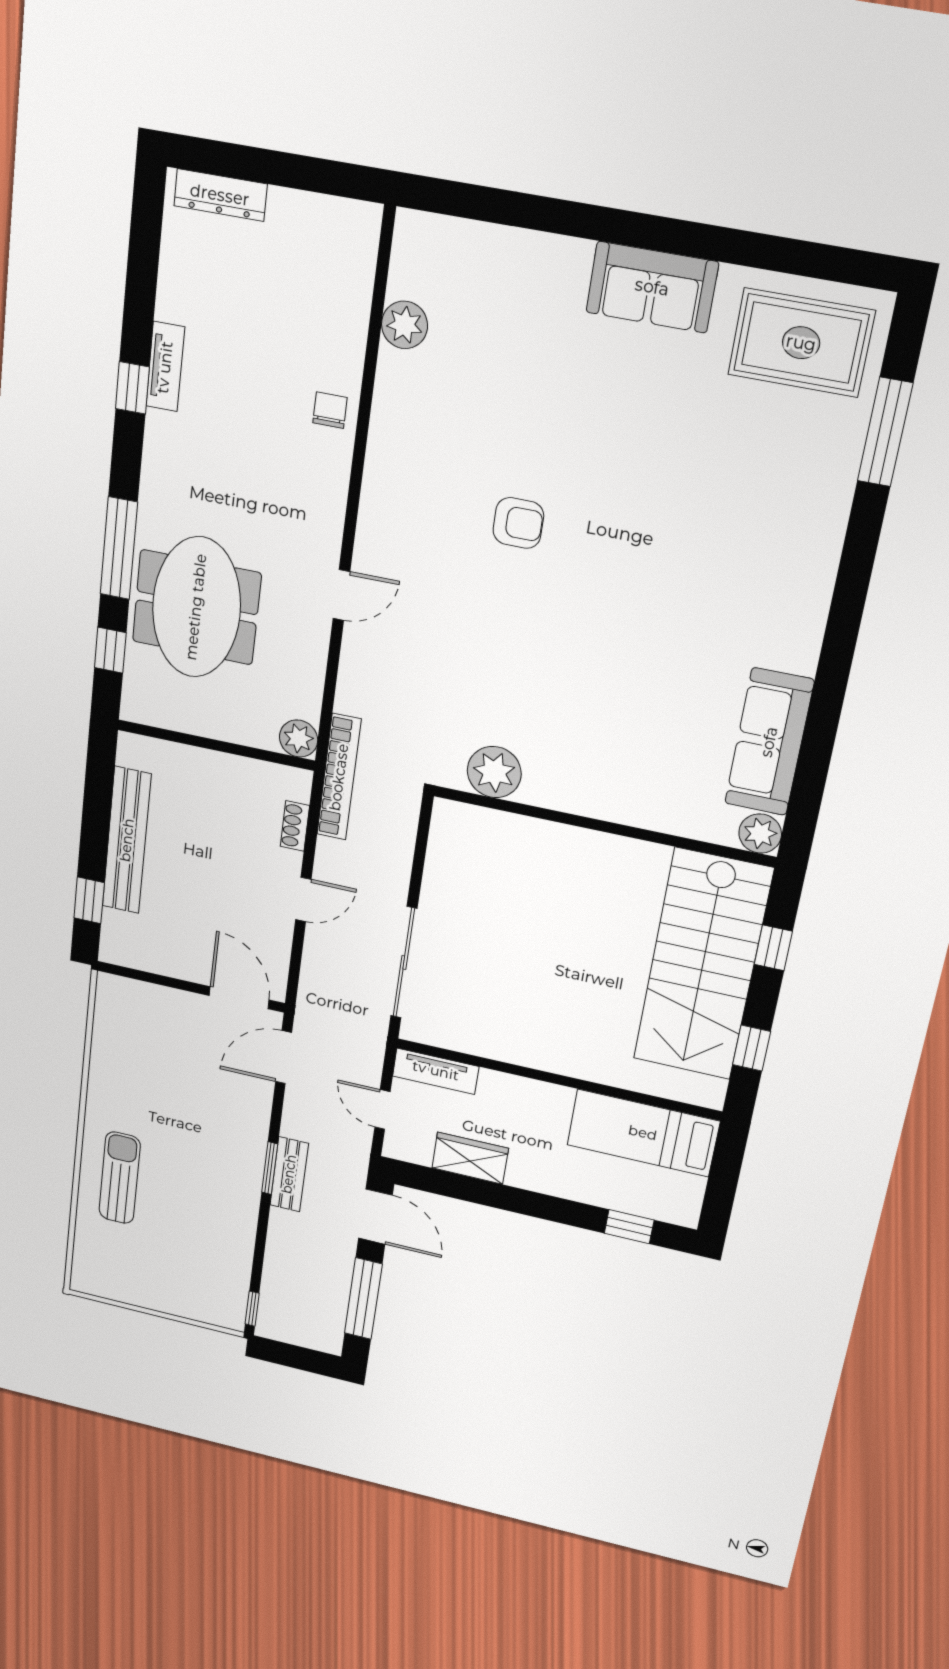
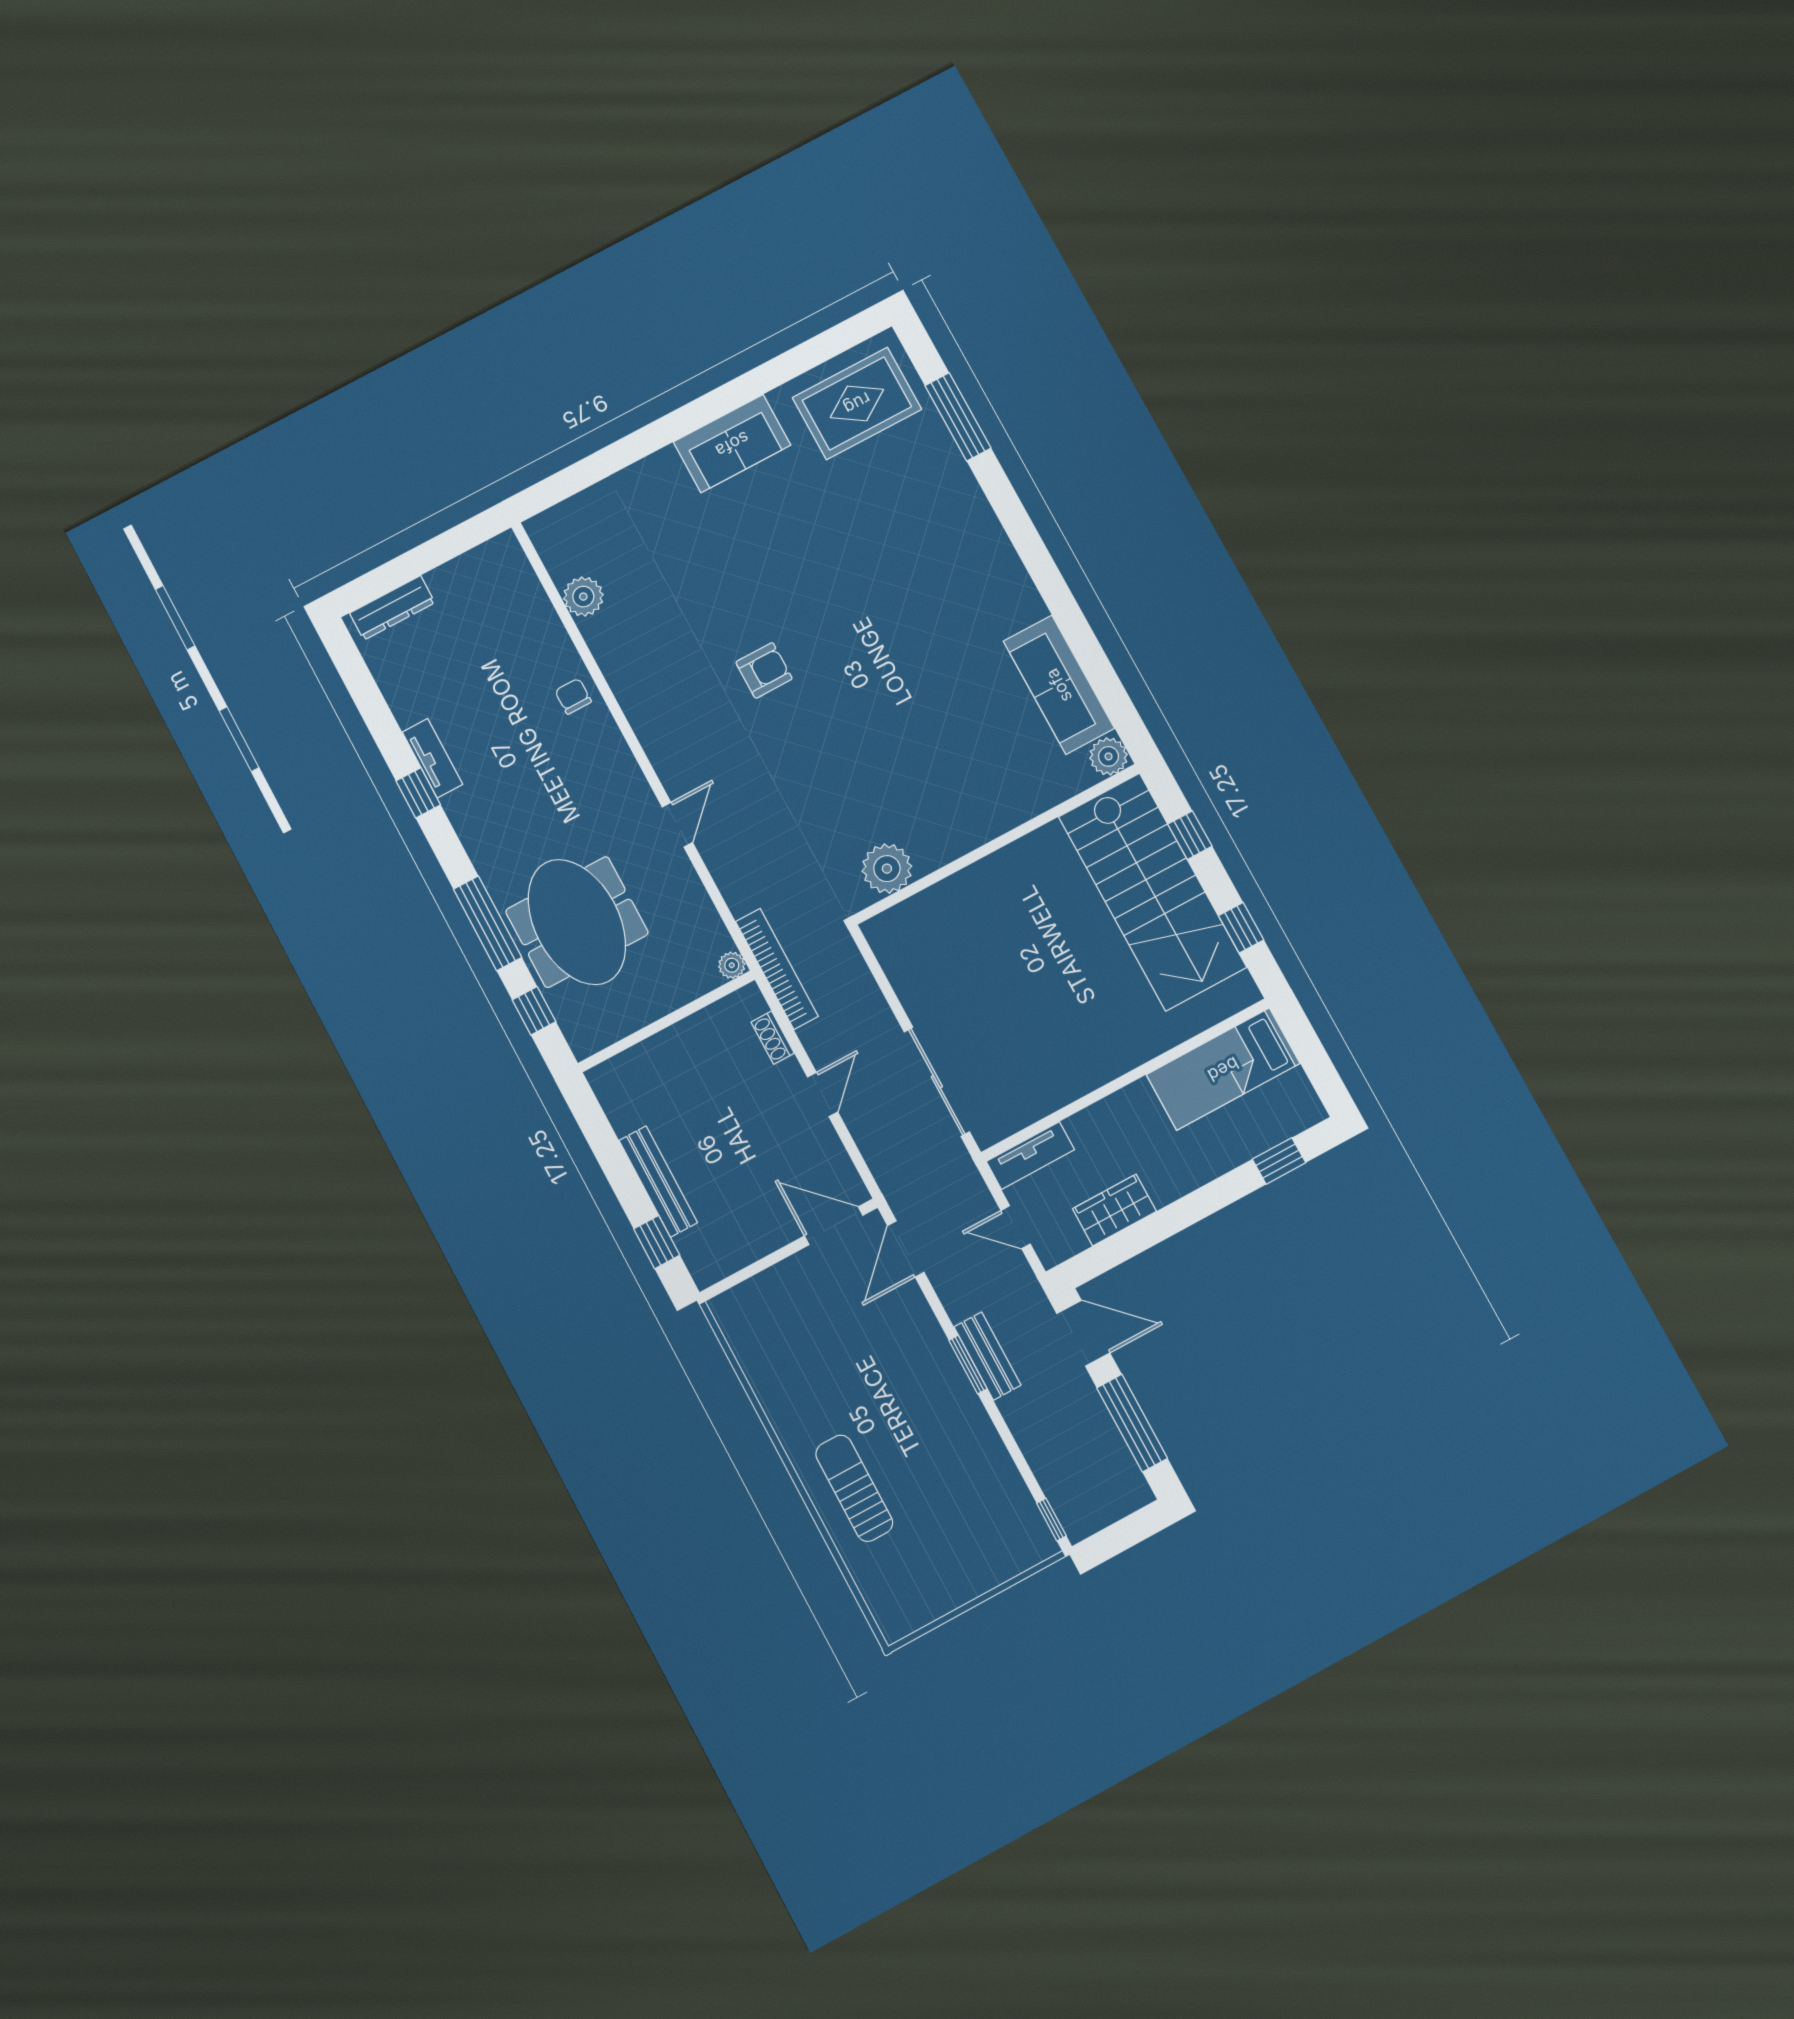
plant: (299, 738) -> (732, 965), width x0.73, depth x0.73
bench: (127, 840) -> (658, 1181), width x0.73, depth x0.82

